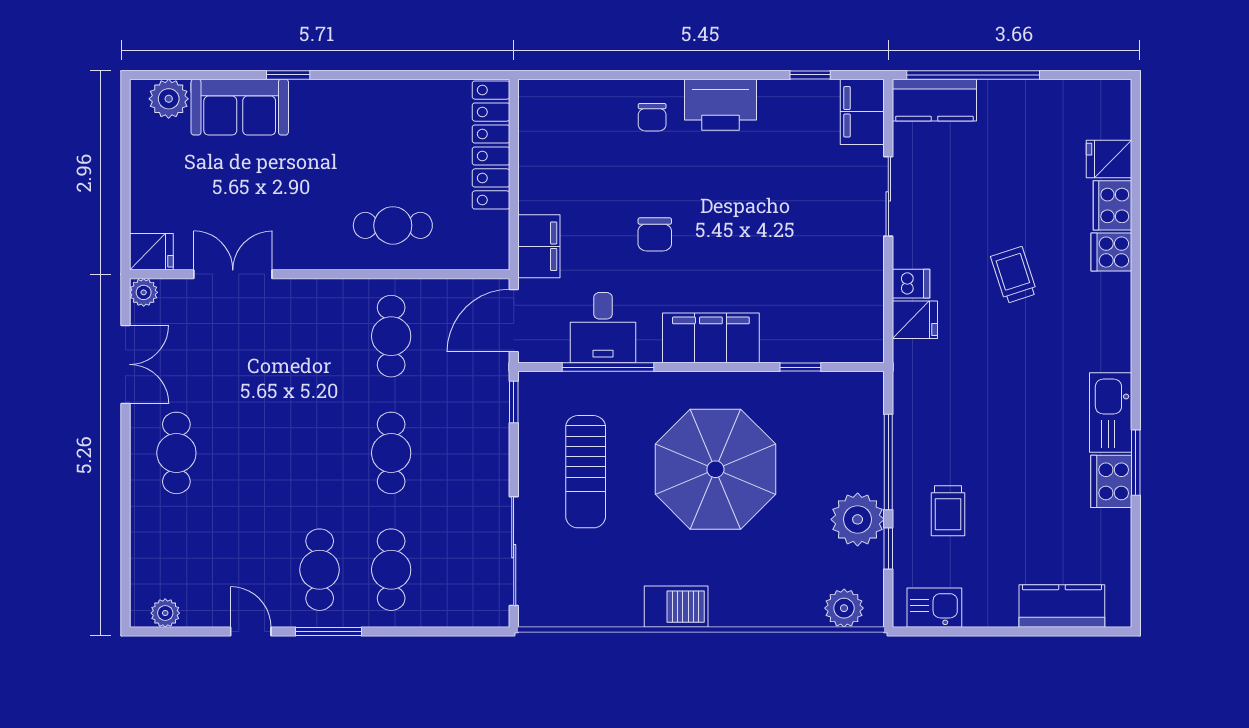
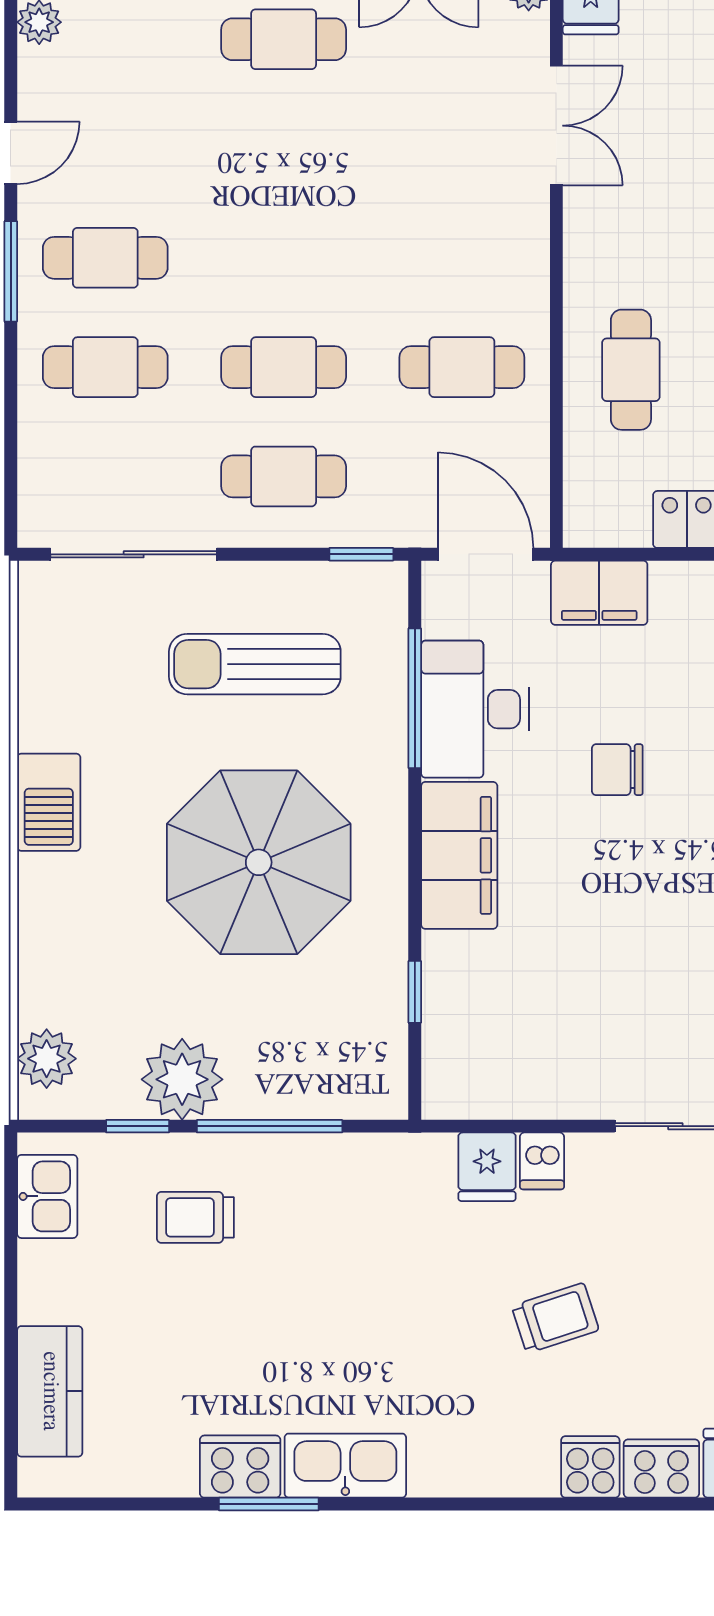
desk: (603, 328) -> (475, 709), width x1.37
cafe table: (463, 453) -> (284, 476), added

